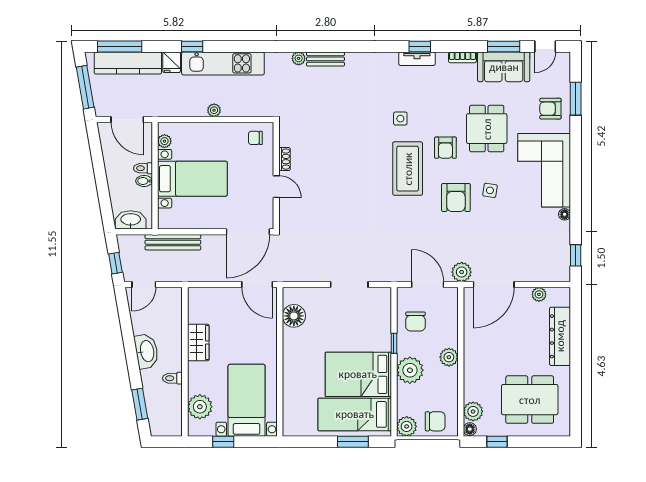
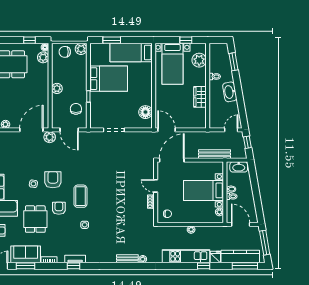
coffee table: (408, 169) -> (80, 196), width x0.73, depth x0.76
plant: (410, 370) -> (79, 81), removed
bed: (355, 414) -> (131, 53), moved, turned 180

